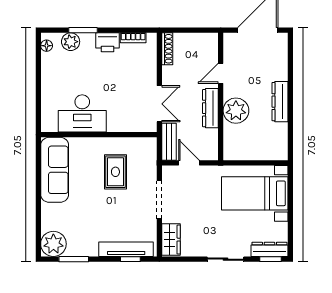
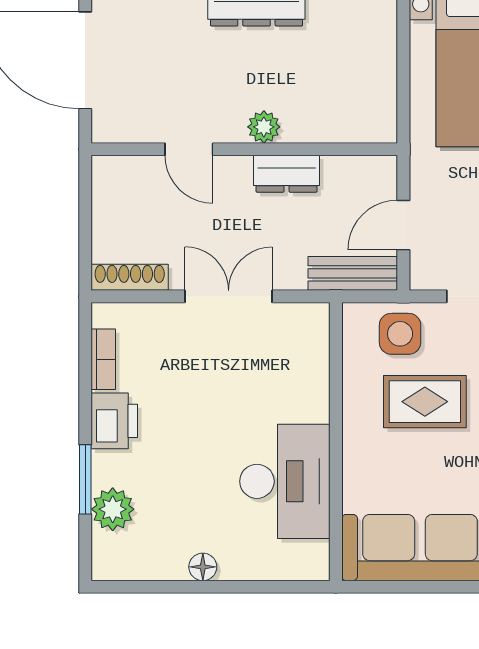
floor lamp: (47, 46) -> (203, 567), moved
double door: (159, 104) -> (229, 296), moved
dresser: (210, 108) -> (287, 174), width x0.70
plant: (236, 111) -> (264, 127), width x0.53, depth x0.53
side table: (144, 161) -> (400, 334), added

